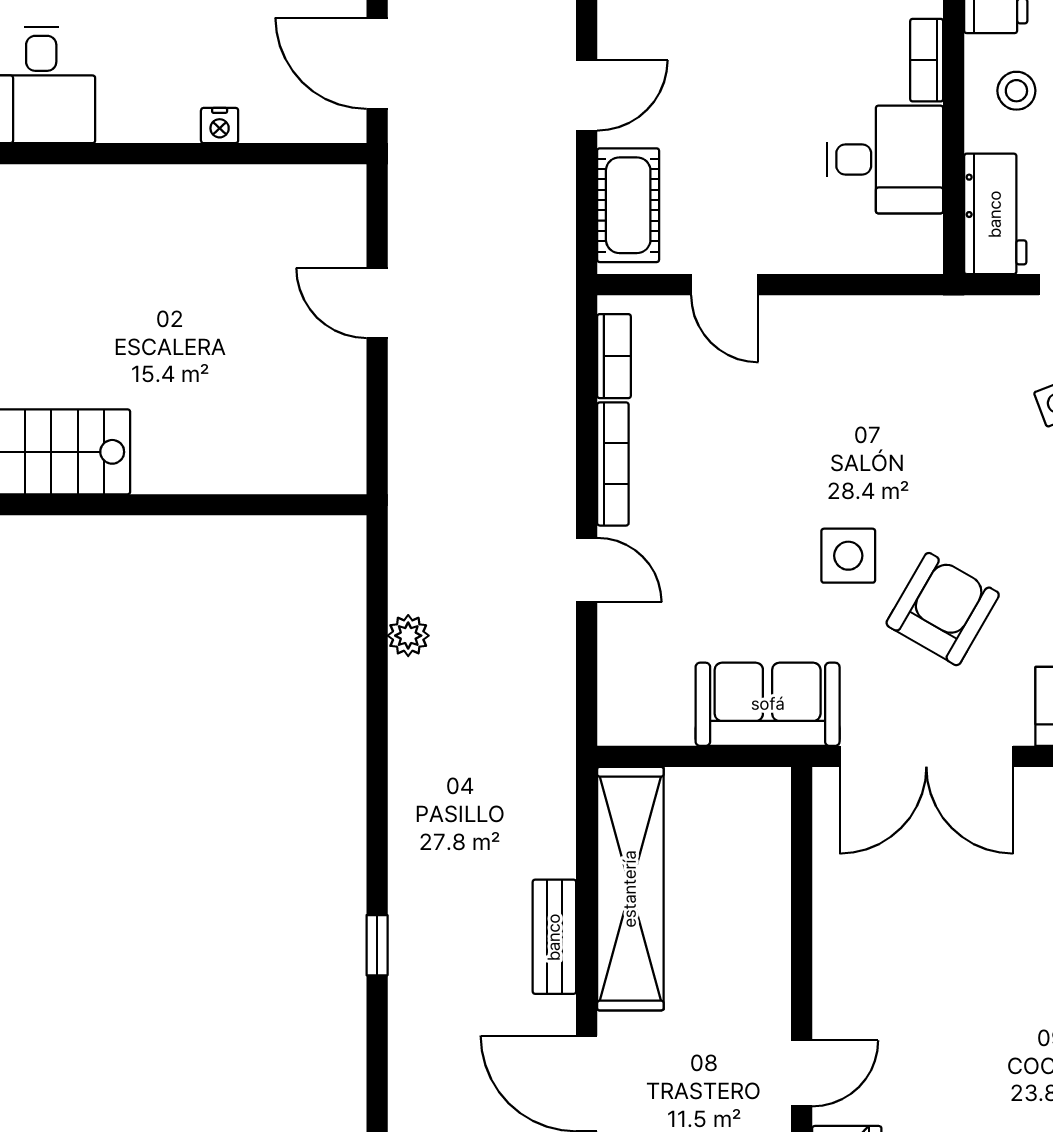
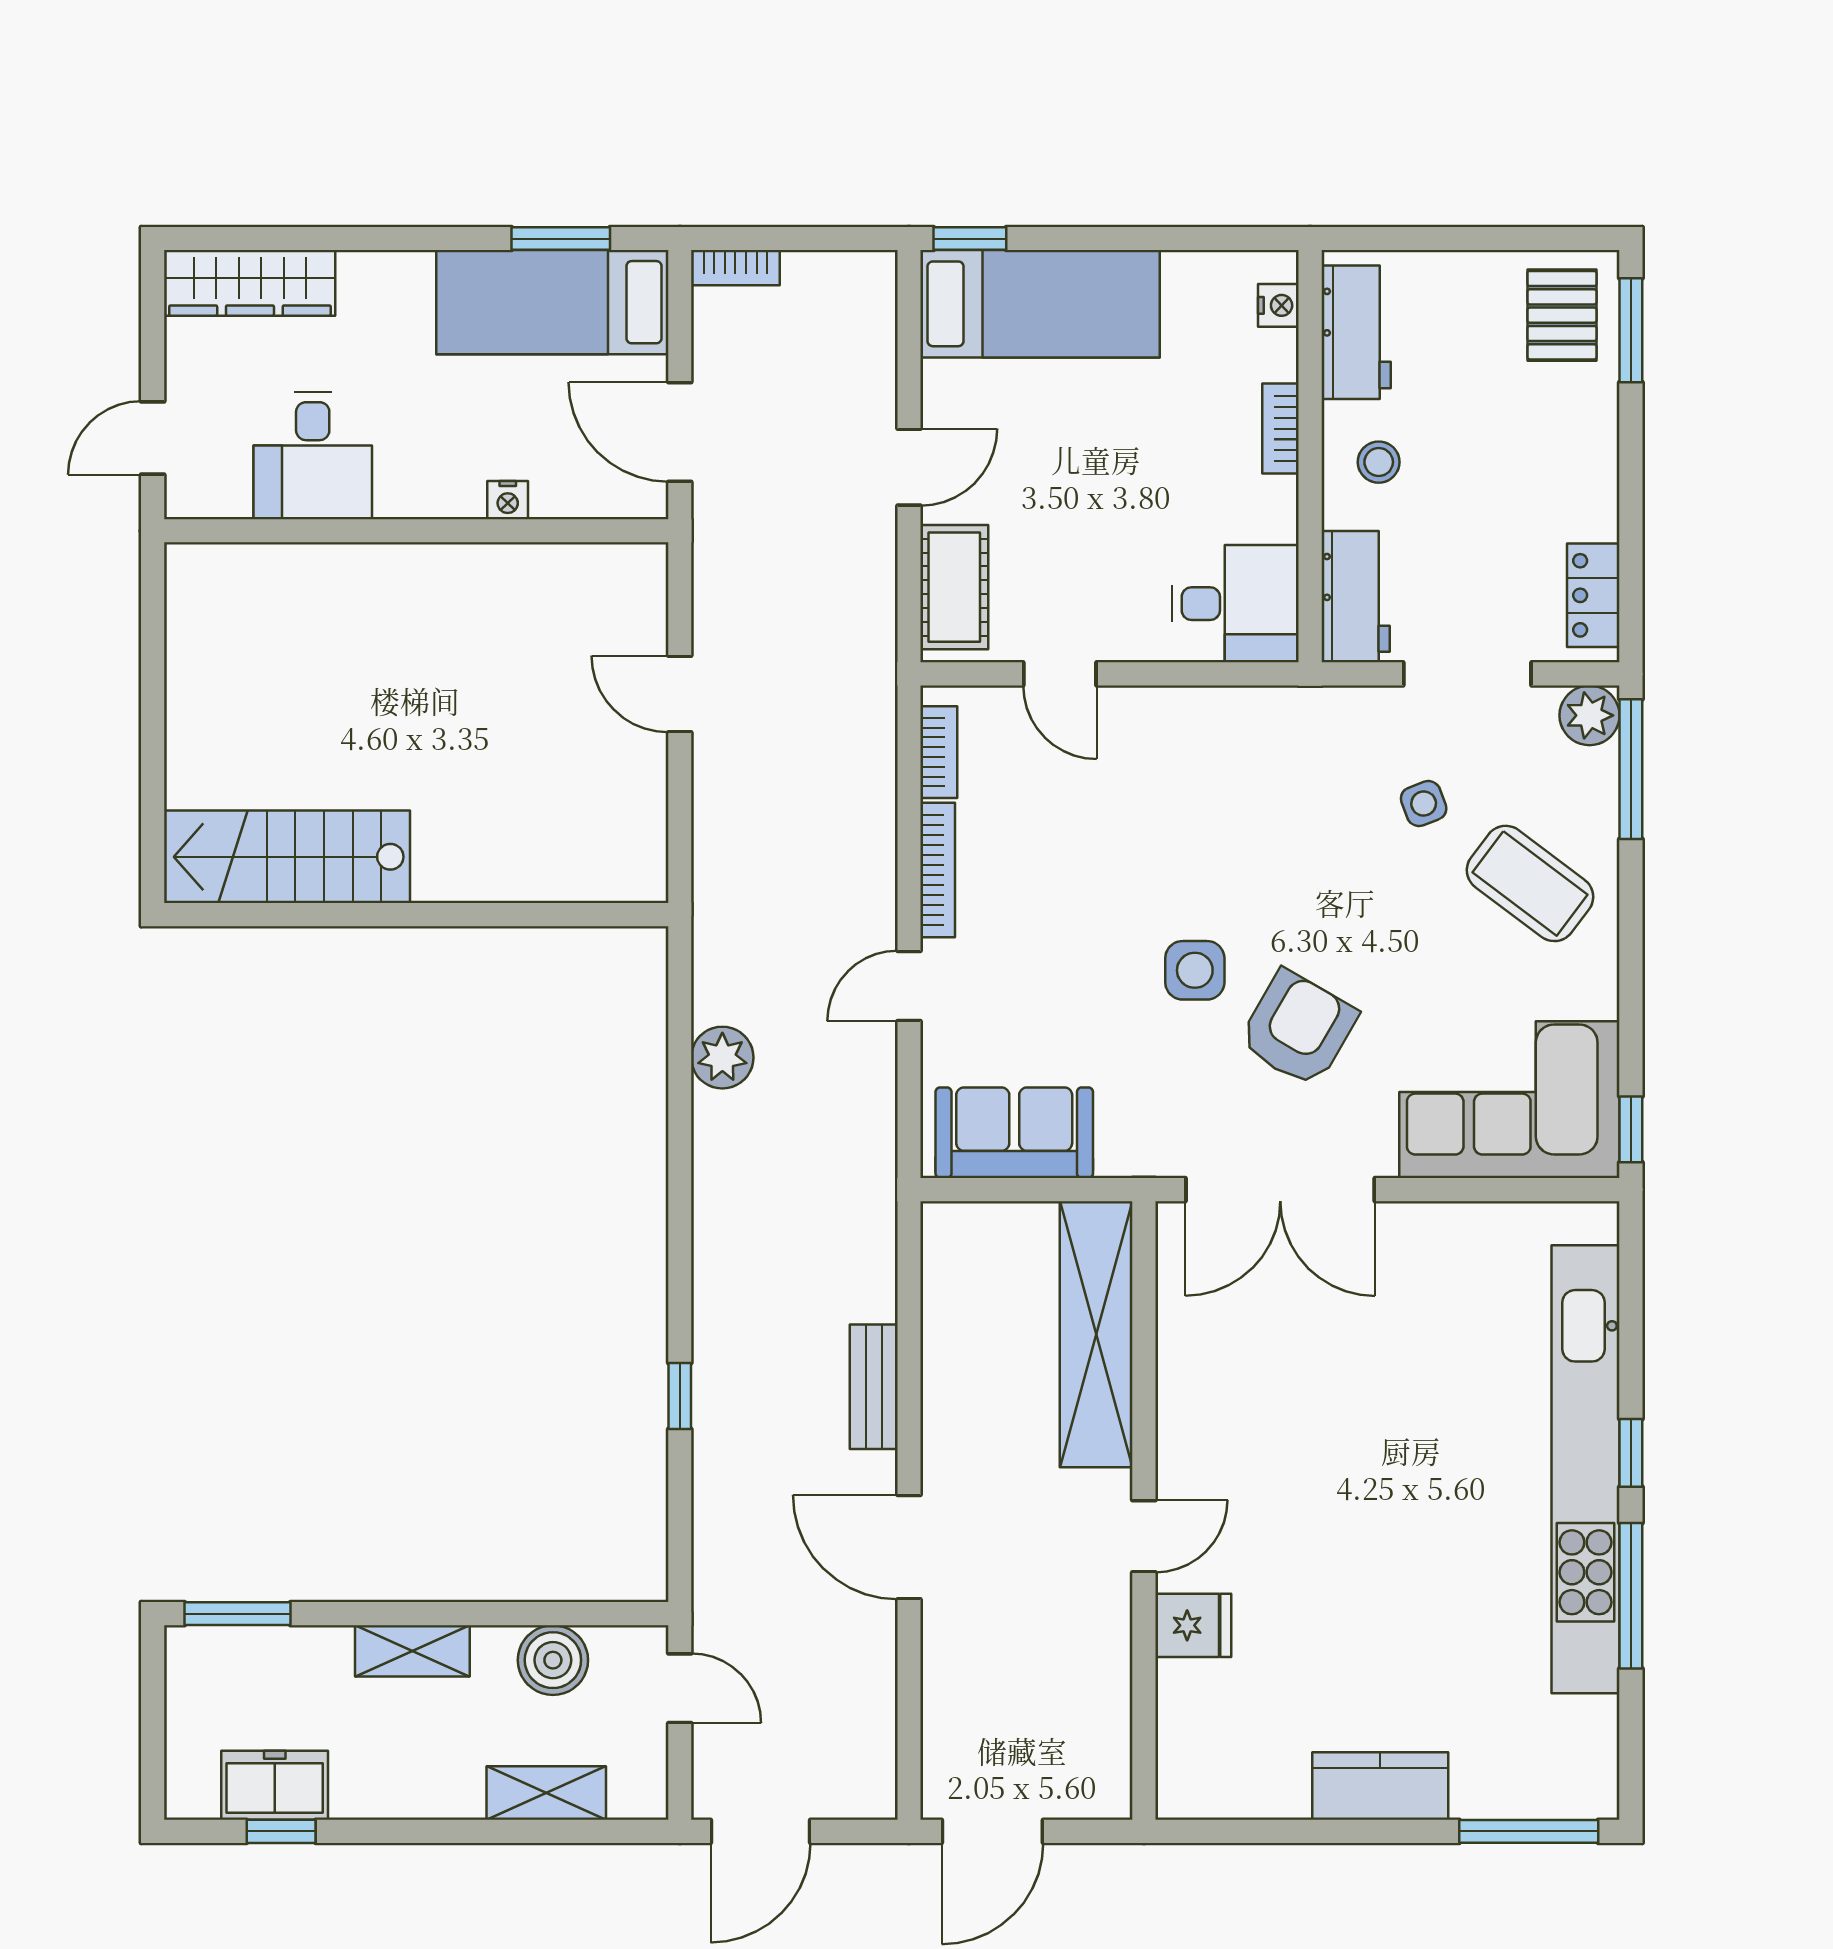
desk: (885, 159) -> (1235, 604), moved
door: (587, 570) -> (909, 986), swing flipped
plant: (408, 636) -> (722, 1058), width x1.38, depth x1.38
sofa: (768, 704) -> (1014, 1133), moved
shelving: (630, 889) -> (1096, 1334), moved

